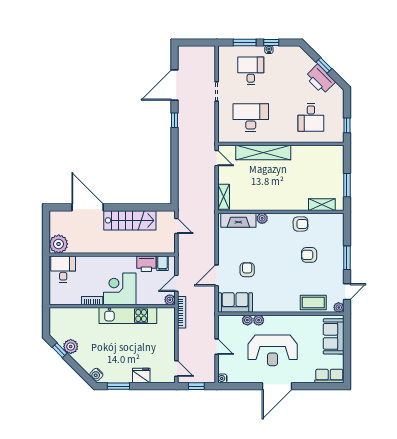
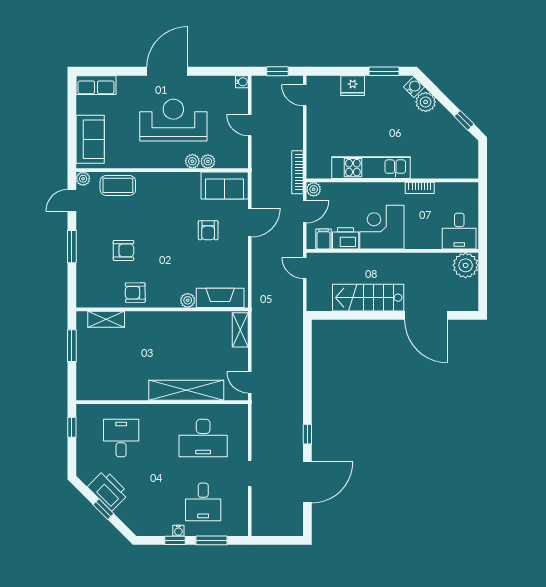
door: (176, 226) -> (305, 268), moved
corner desk: (120, 289) -> (382, 227), moved, turned 180
plant: (71, 346) -> (426, 102), moved

